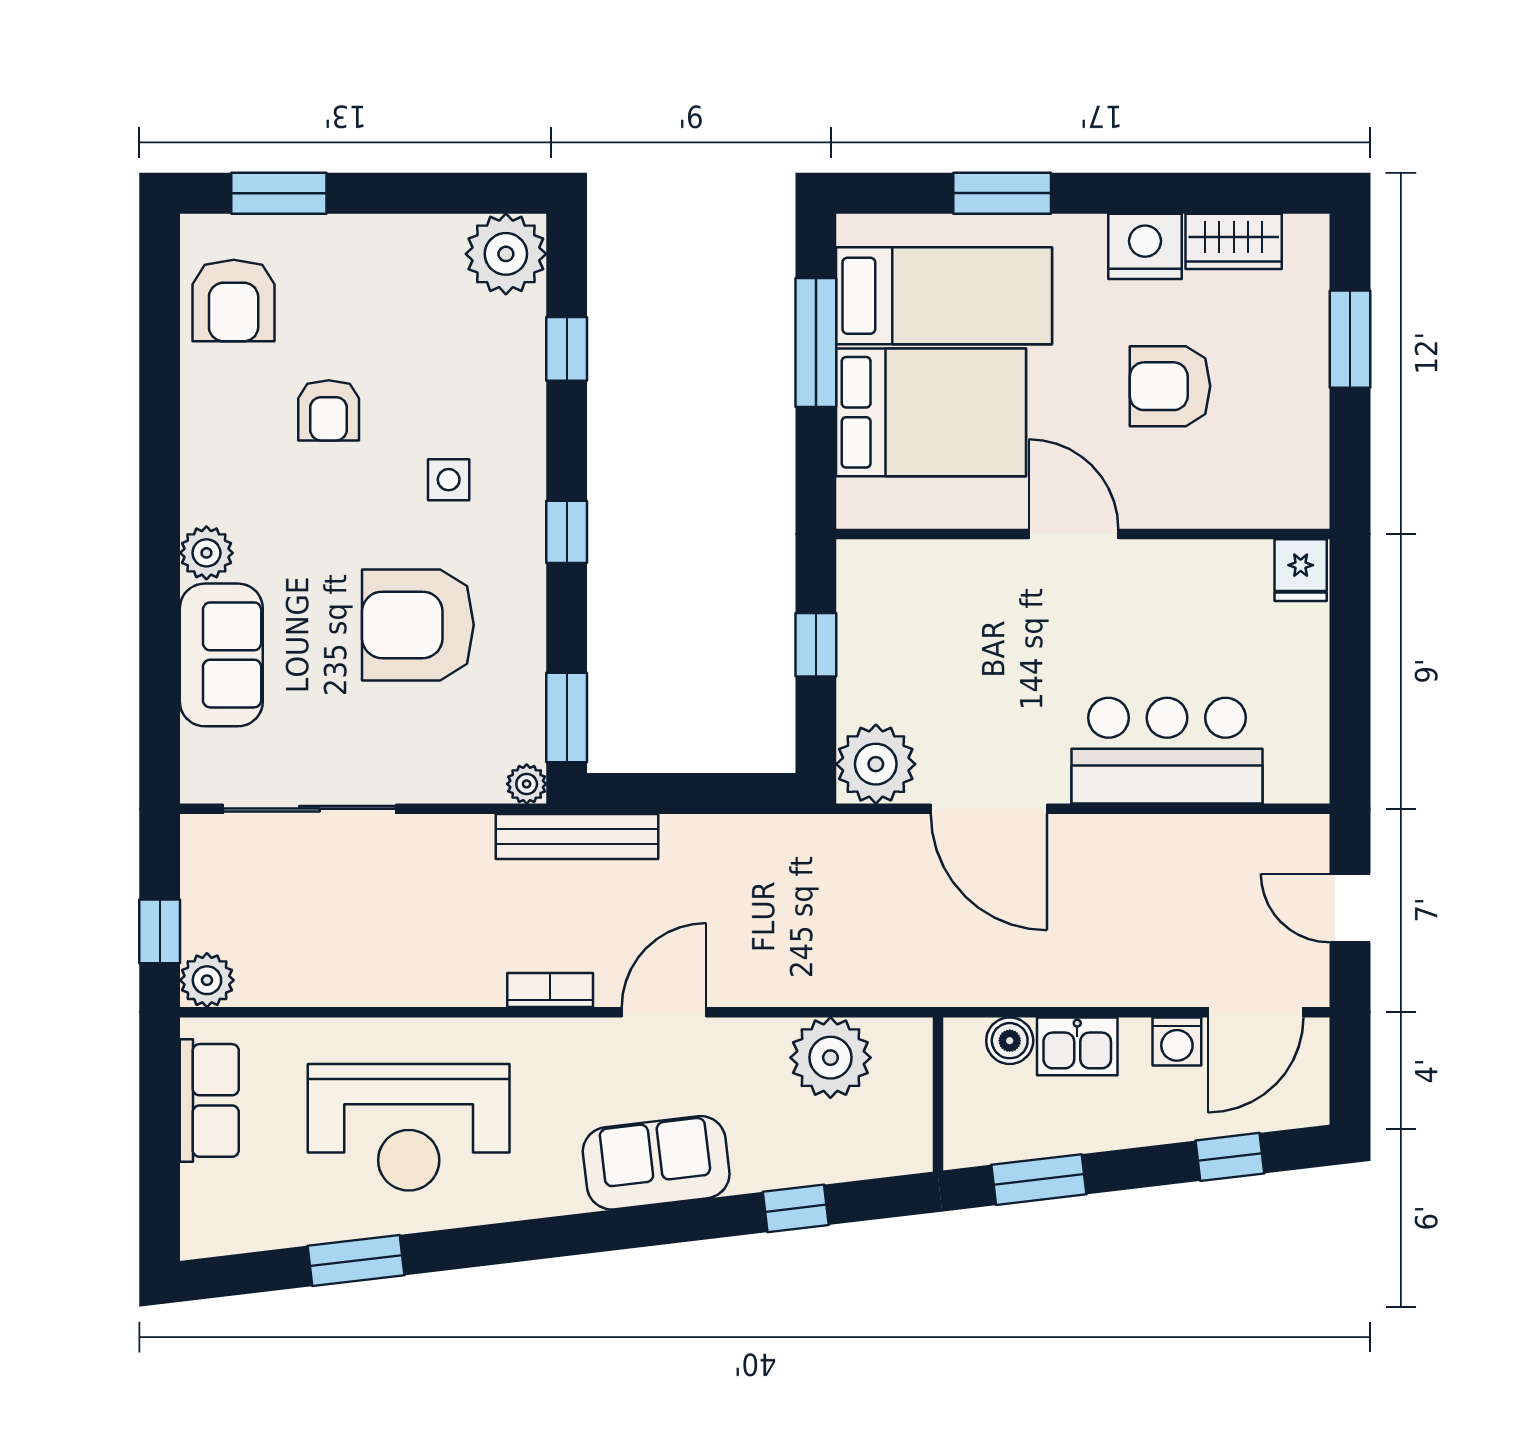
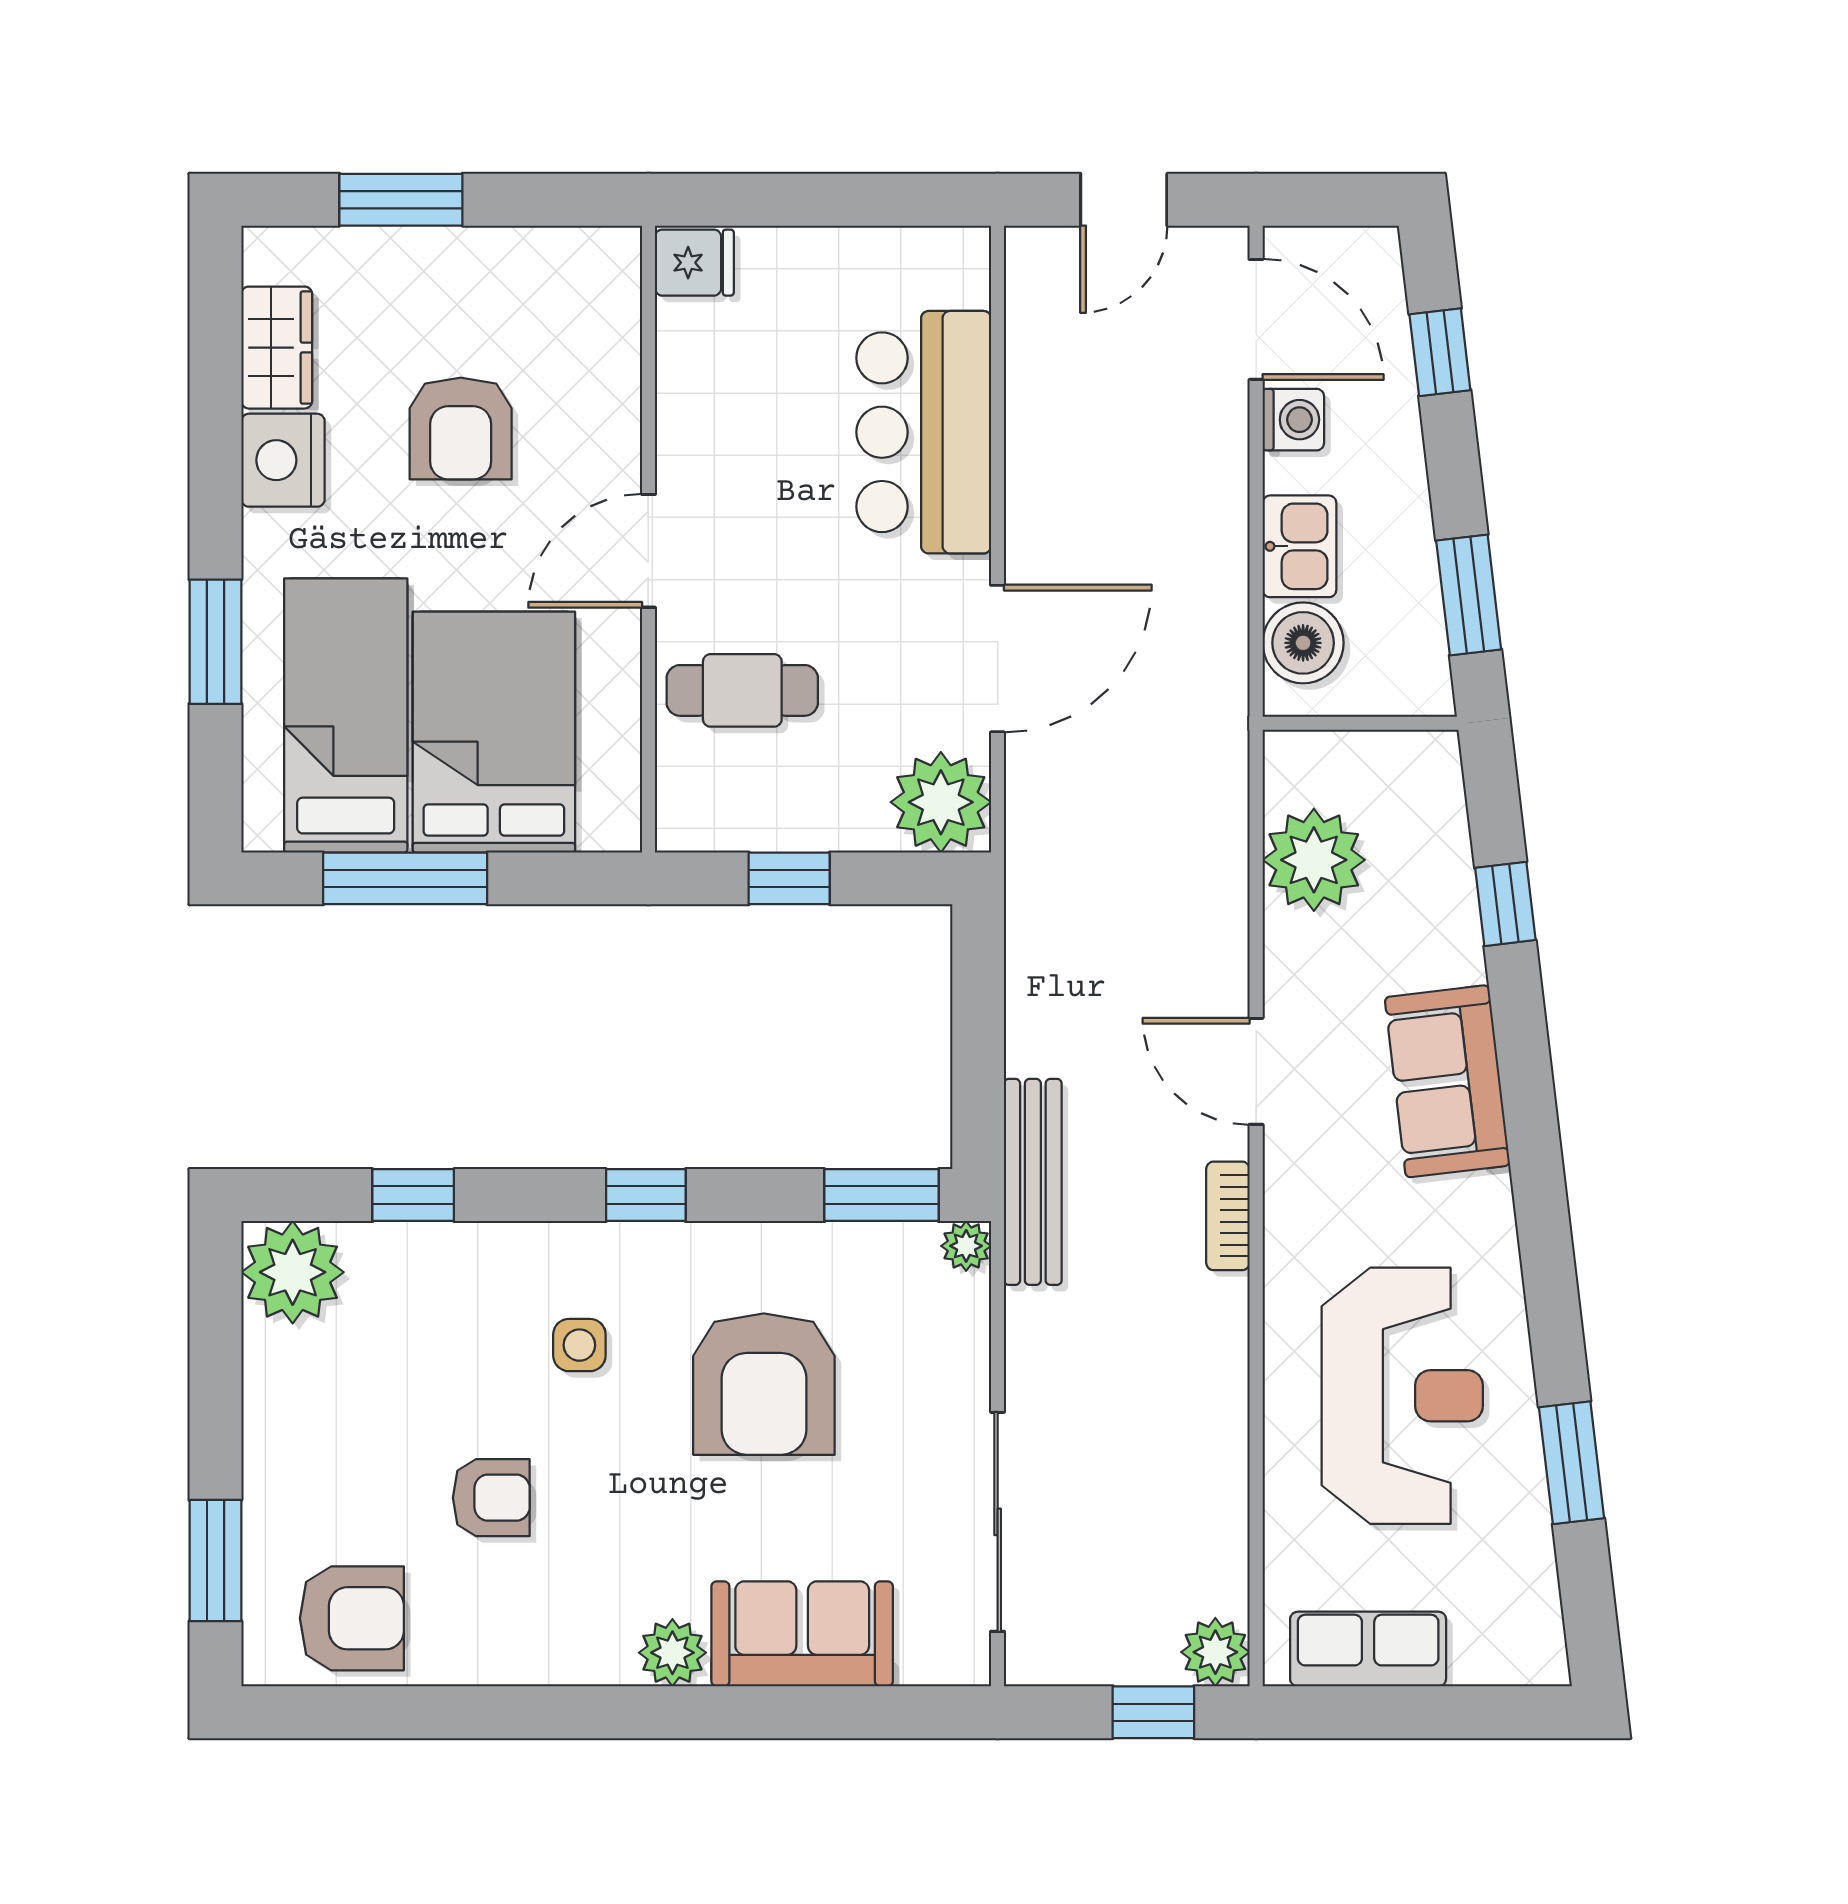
cafe table: (964, 608) -> (742, 690), added
boiler: (1010, 1041) -> (1303, 643), width x1.36, depth x1.36

